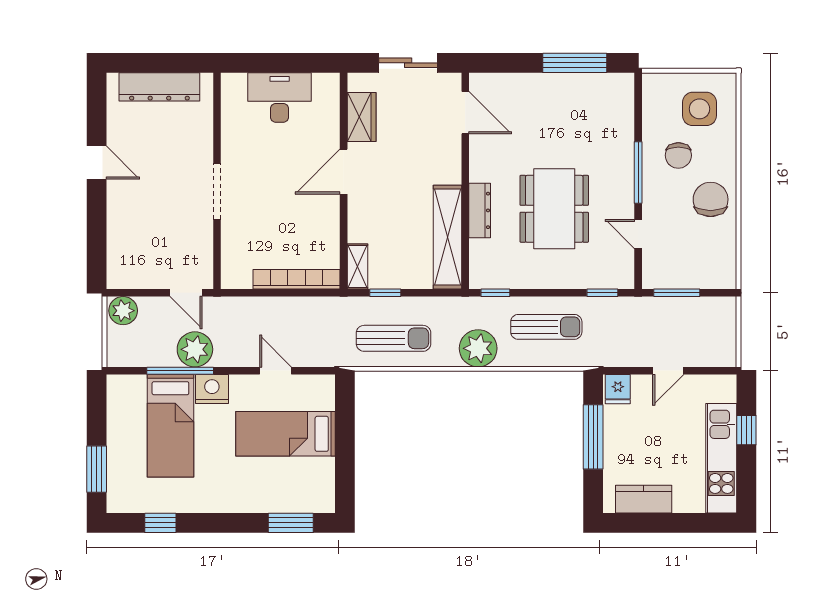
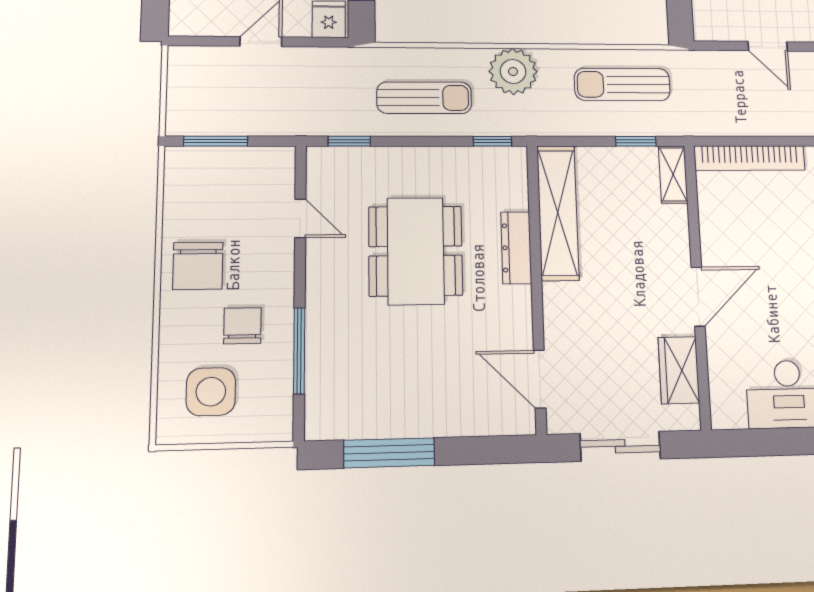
window: (638, 172) -> (299, 351), moved
window: (677, 293) -> (216, 141), moved
sun lounger: (546, 327) -> (424, 98), turned 180

